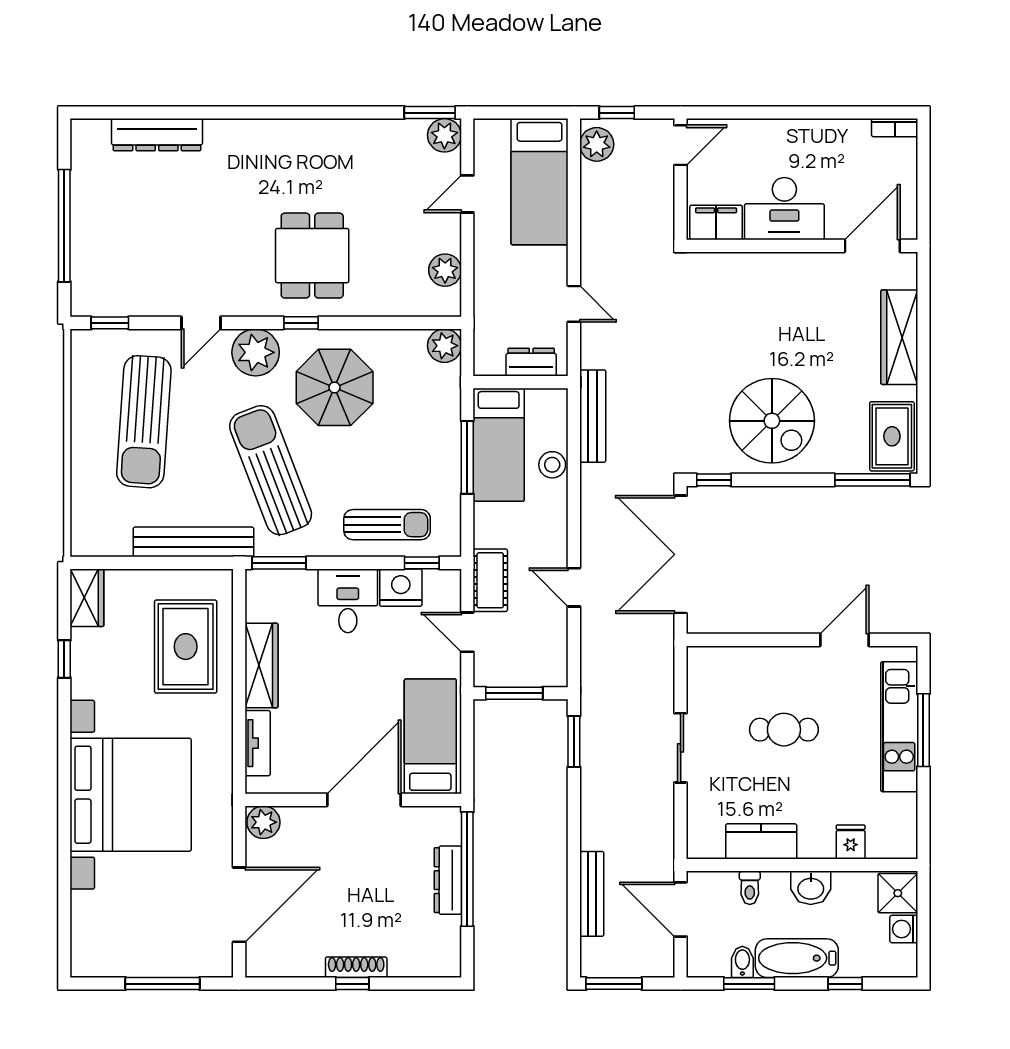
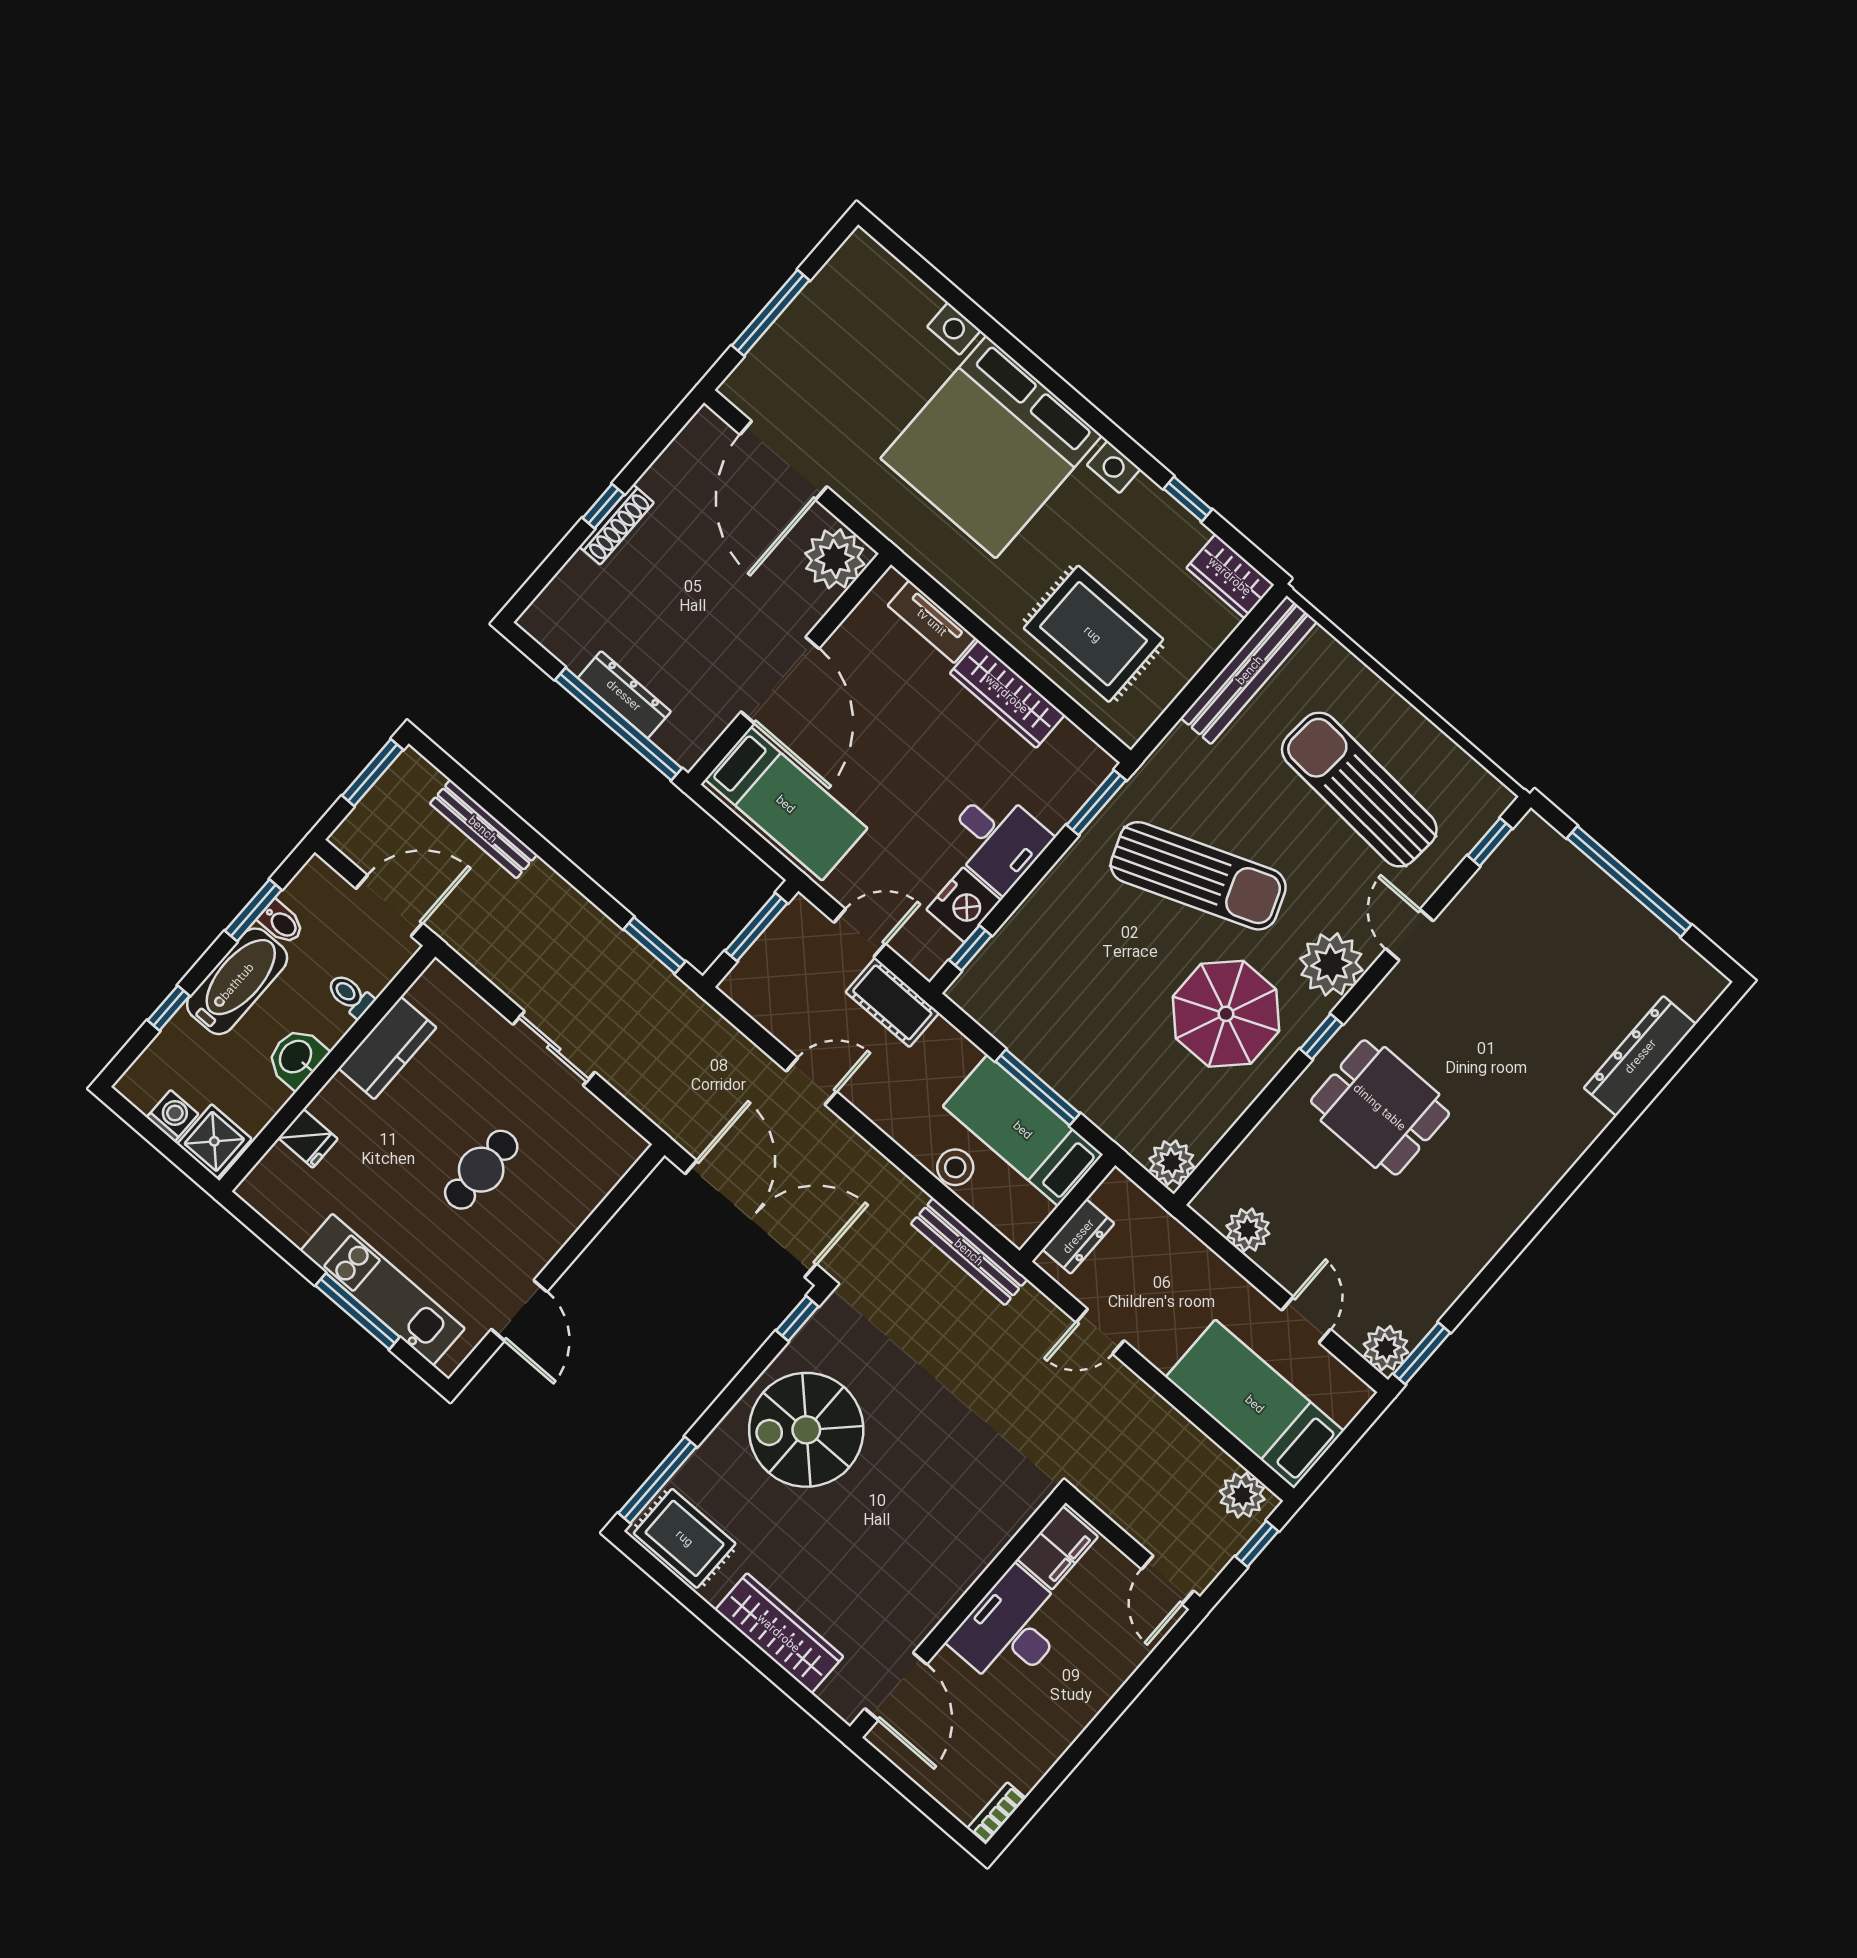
sun lounger: (387, 525) -> (1040, 946), removed
bench: (193, 542) -> (1249, 670), moved
plant: (263, 822) -> (835, 559), width x1.36, depth x1.36

